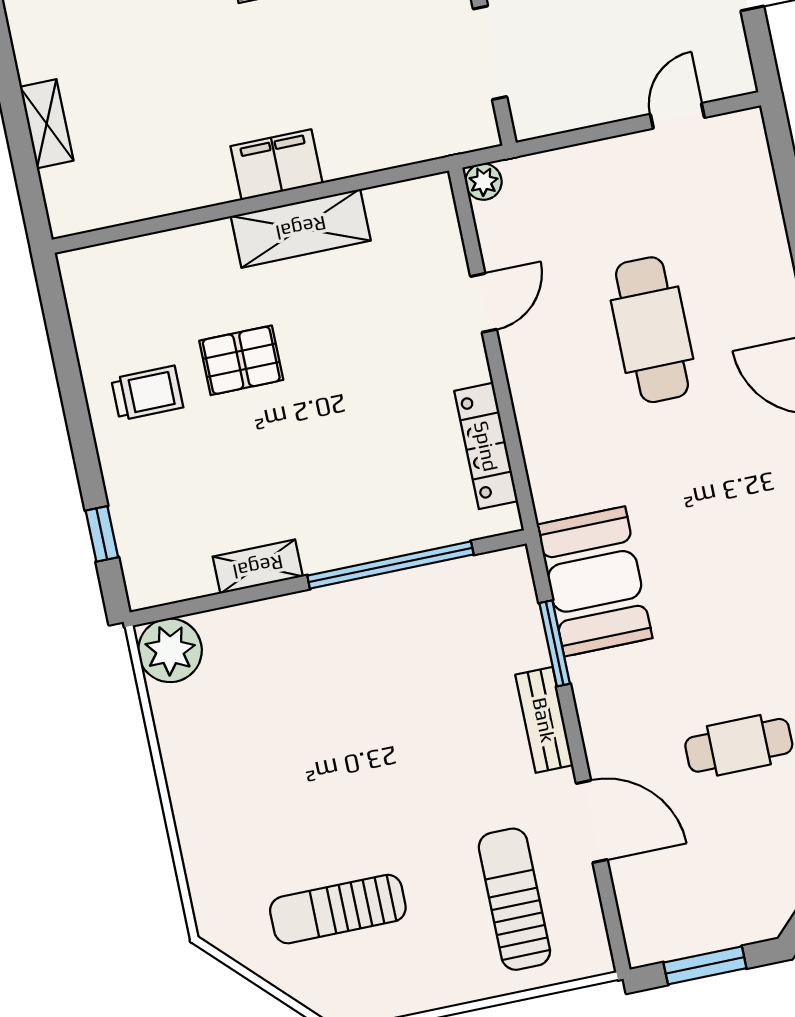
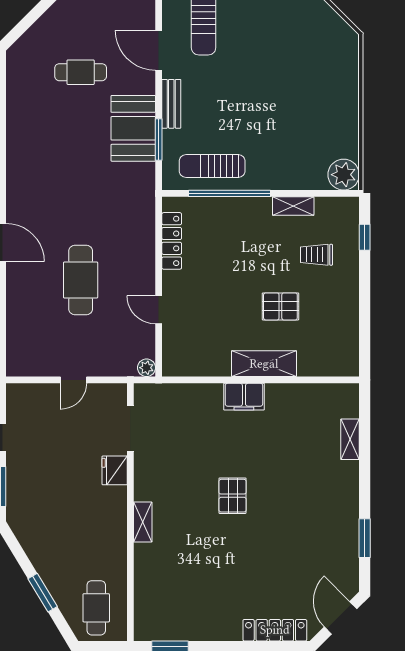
door: (677, 116) -> (73, 380), moved
shelving: (301, 228) -> (264, 364), moved
door: (483, 303) -> (159, 310), hinge flipped
trolley: (147, 393) -> (316, 255), moved
booth: (595, 581) -> (133, 128), moved
sun lounger: (338, 909) -> (212, 166), moved, turned 180

